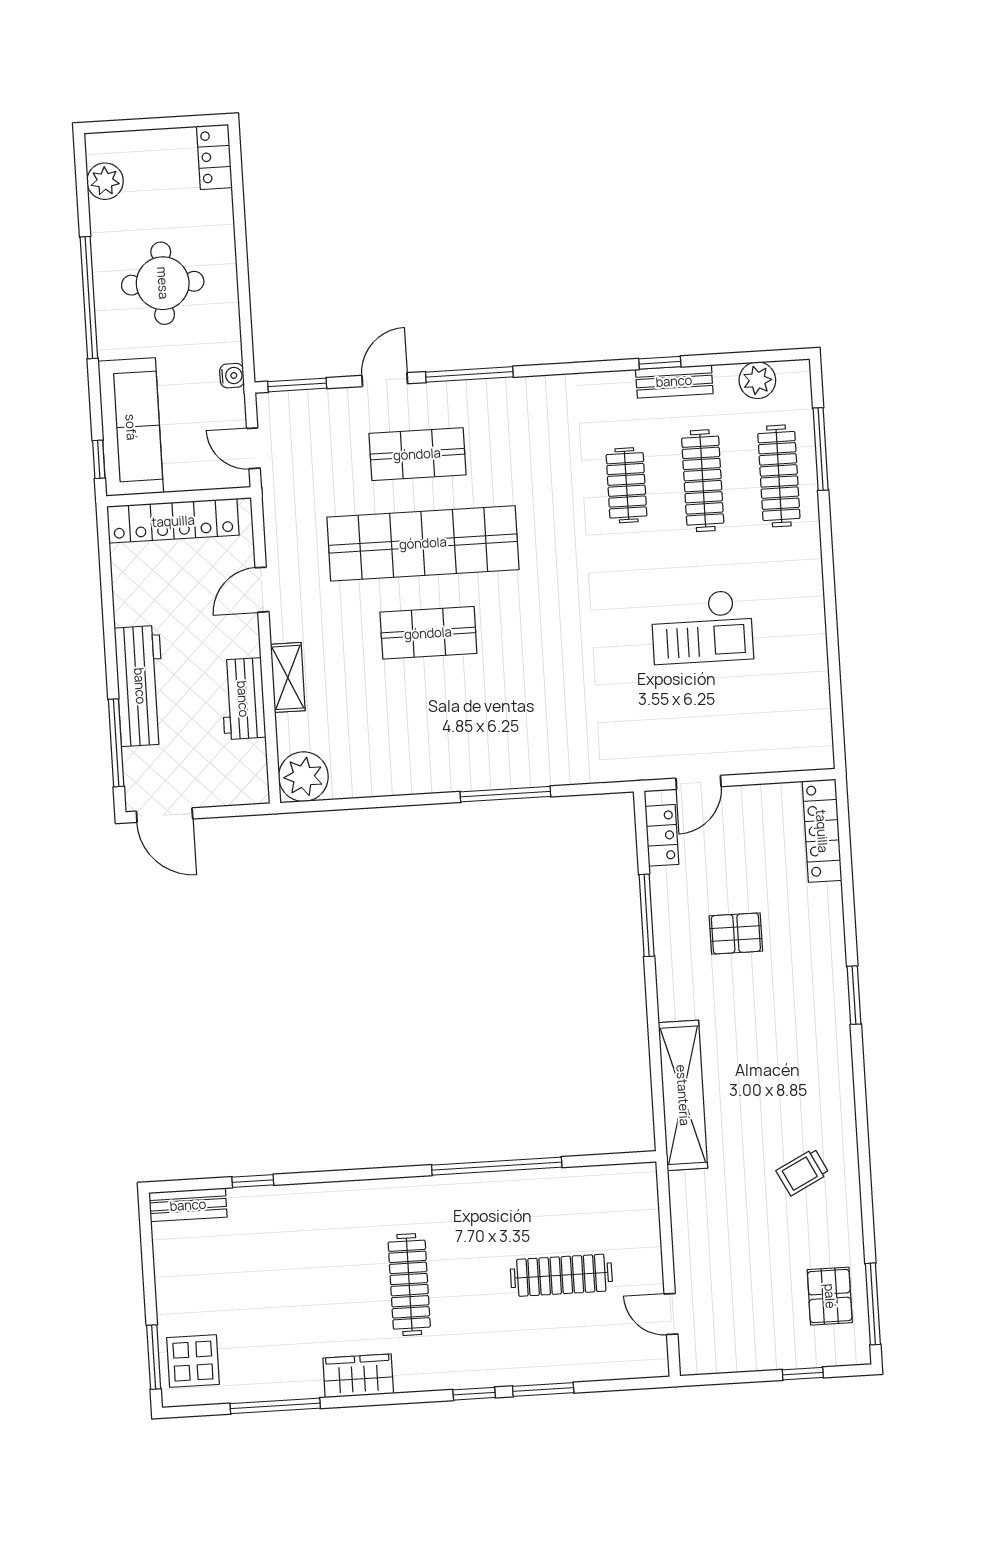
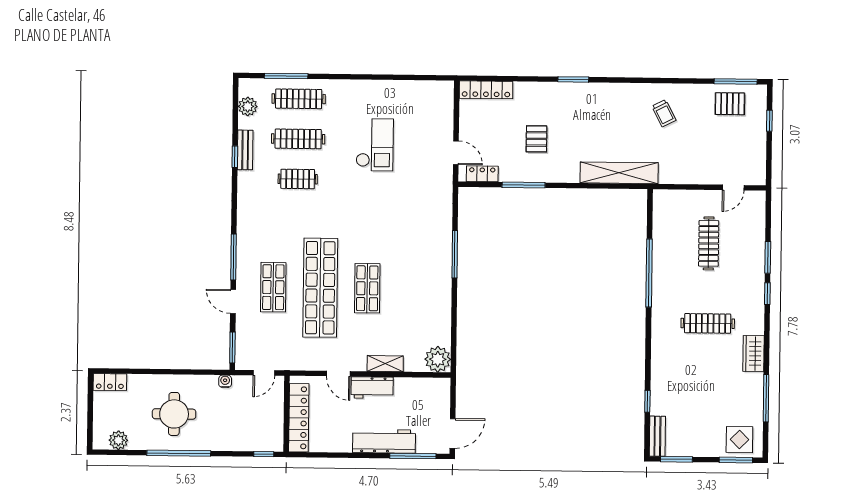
sofa: (131, 427) -> (248, 436), removed
workbench: (243, 699) -> (372, 388), moved
window: (147, 1244) -> (676, 459), added

